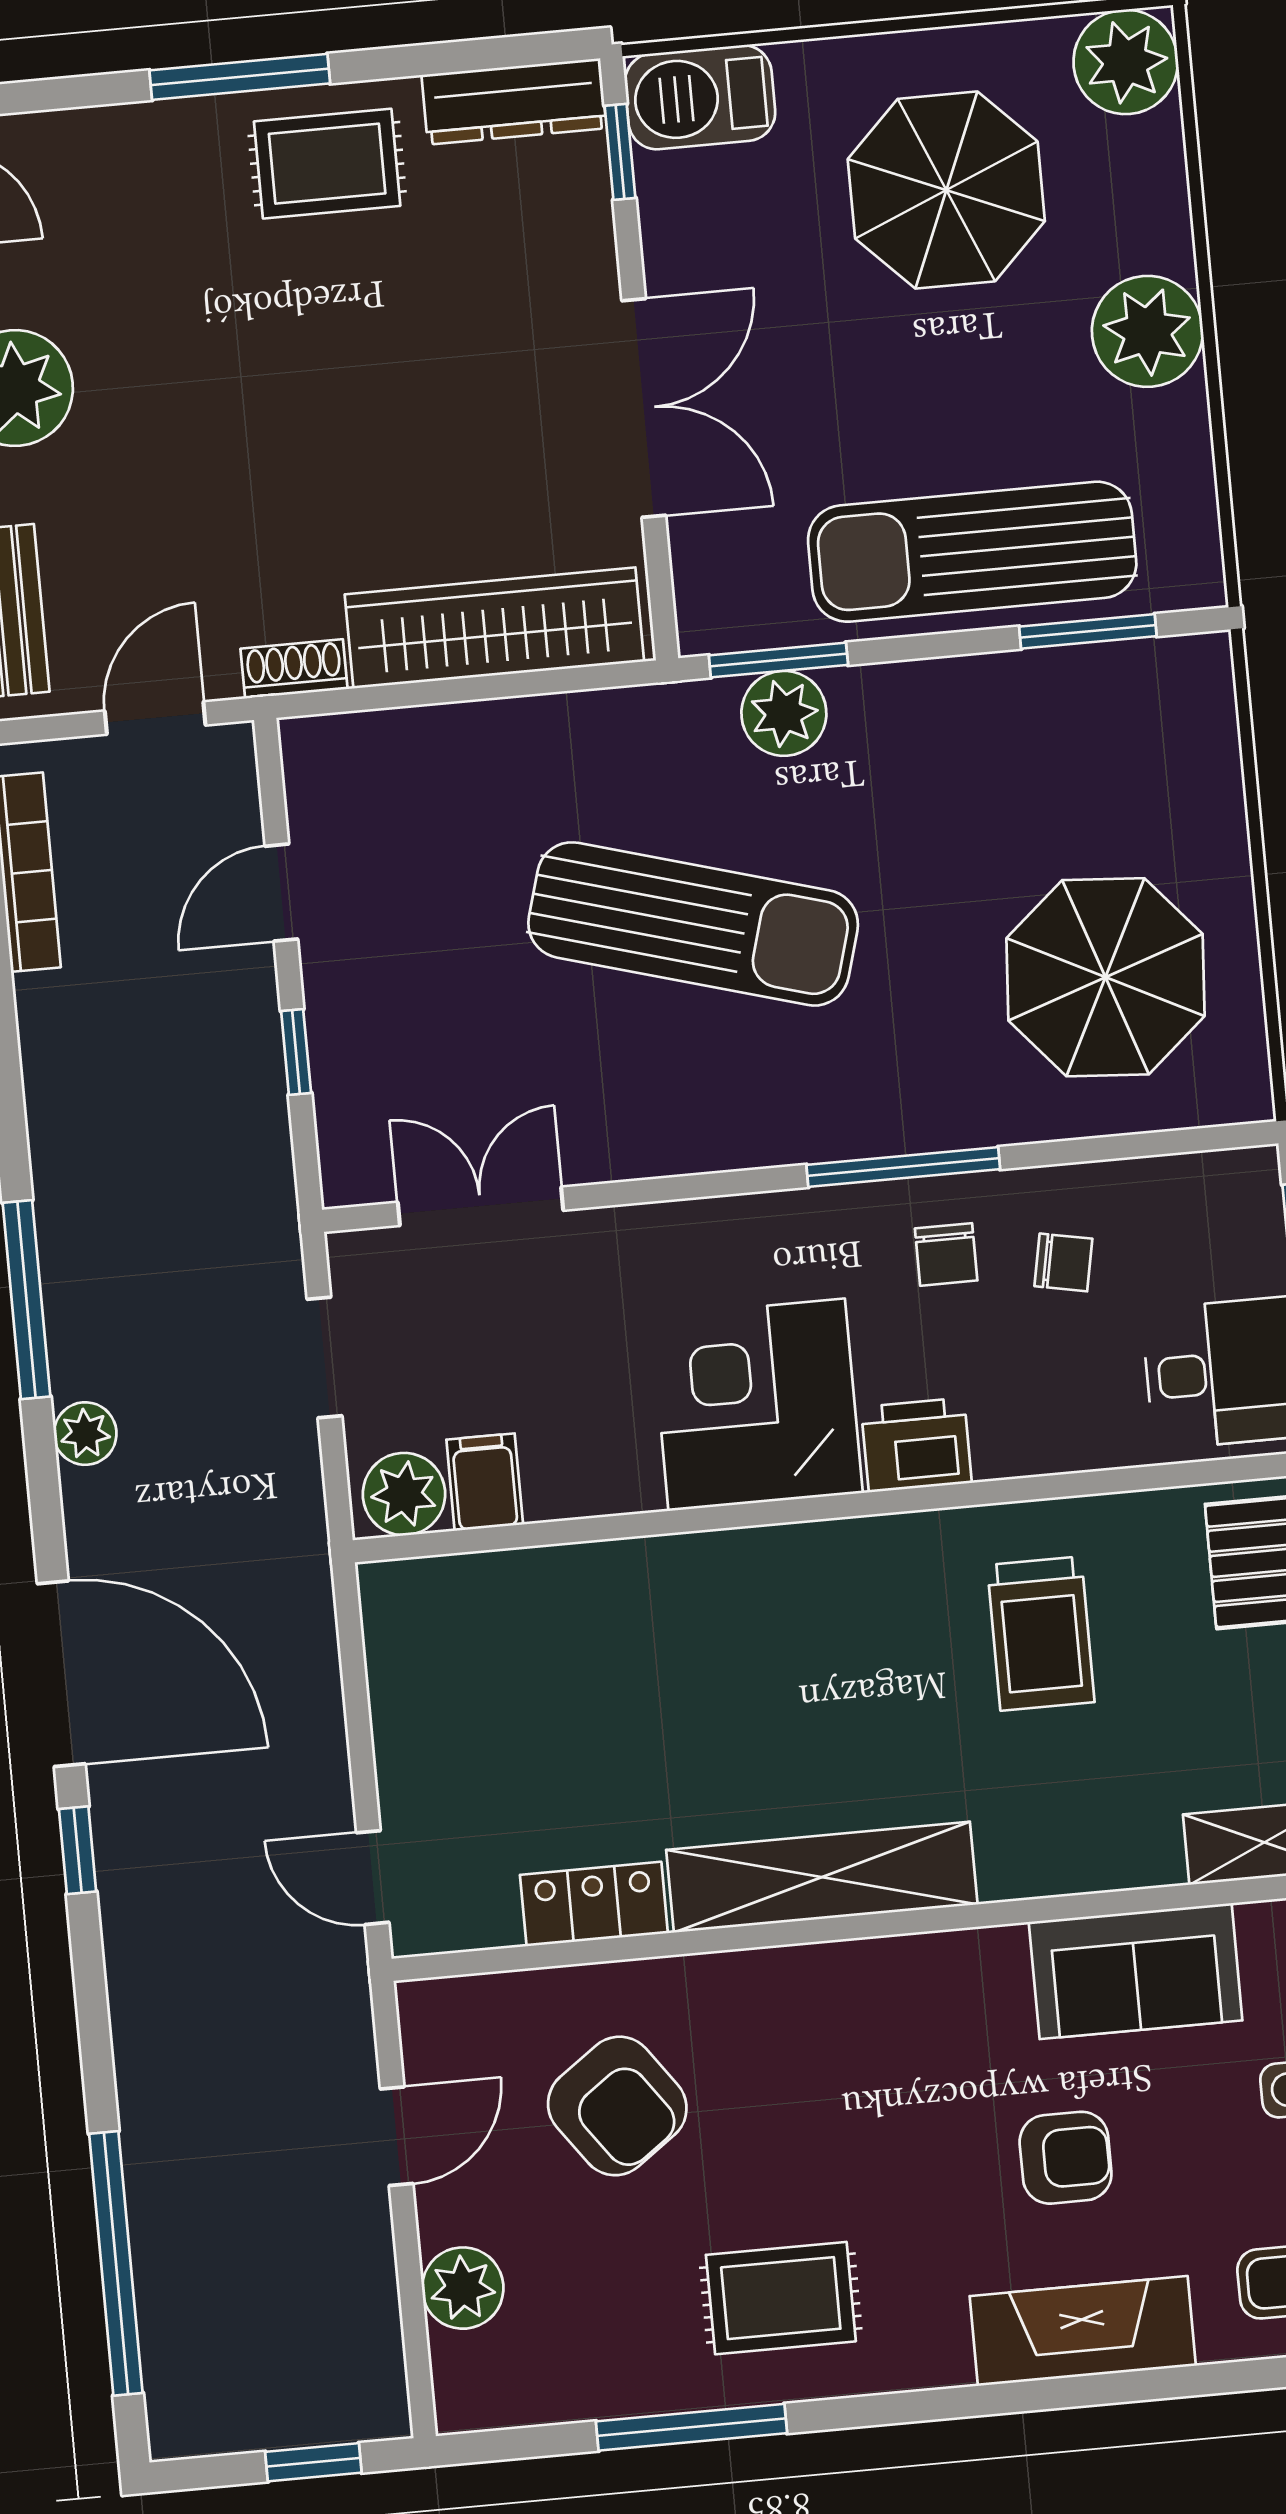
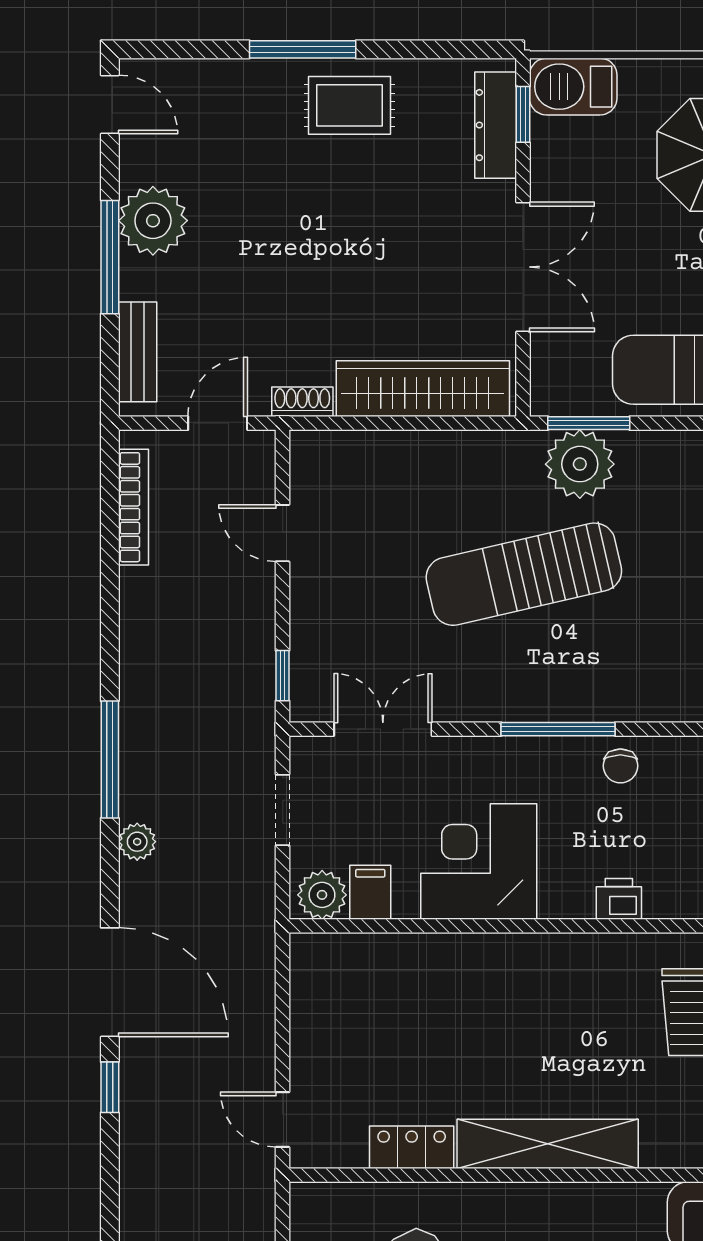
dresser: (514, 101) -> (496, 125), moved, turned 90
plant: (784, 713) -> (580, 464), width x1.36, depth x1.36
door: (281, 893) -> (283, 533), hinge flipped
sun lounger: (693, 924) -> (524, 574), turned 151
window: (296, 1052) -> (283, 676), moved
window: (903, 1167) -> (558, 729), moved
chair: (946, 1254) -> (620, 766), moved
corner desk: (757, 1405) -> (479, 861), moved
printer: (916, 1445) -> (619, 899), width x0.73, depth x0.81

